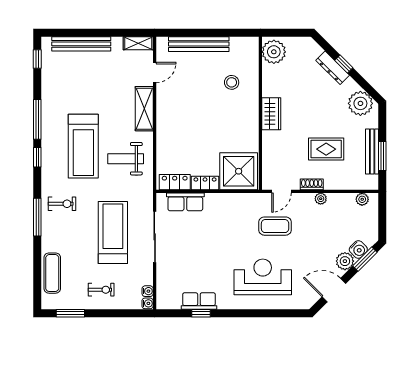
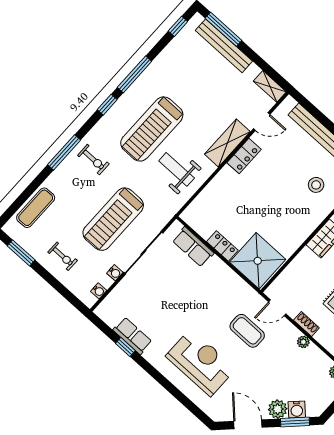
window: (71, 33) -> (223, 29), added
locker: (175, 182) -> (244, 156), moved, turned 90
treadmill: (113, 233) -> (113, 219), turned 180
water cooler: (148, 303) -> (115, 273), moved

